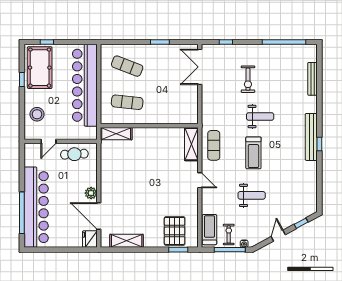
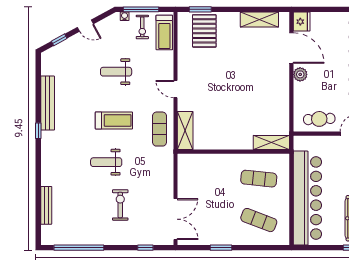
bench: (311, 137) -> (48, 103), moved
treadmill: (253, 153) -> (114, 120), turned 90
door: (278, 236) -> (85, 26), hinge flipped

